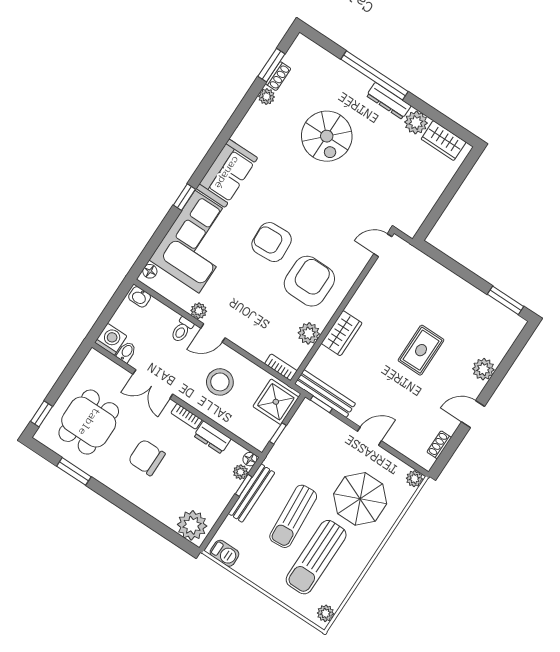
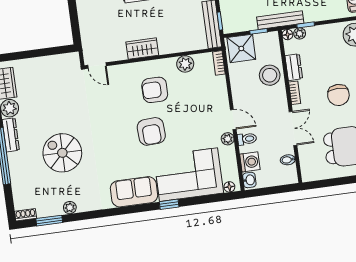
shoe rack: (278, 76) -> (26, 215), moved
spiral stairs: (327, 136) -> (62, 153), turned -90
armchair: (309, 281) -> (155, 90), width x0.73, depth x0.73
wardrobe: (342, 333) -> (142, 49), moved
washing machine: (111, 339) -> (250, 162), moved, turned 180
stool: (220, 382) -> (270, 75), moved
bench: (251, 493) -> (280, 20), moved

